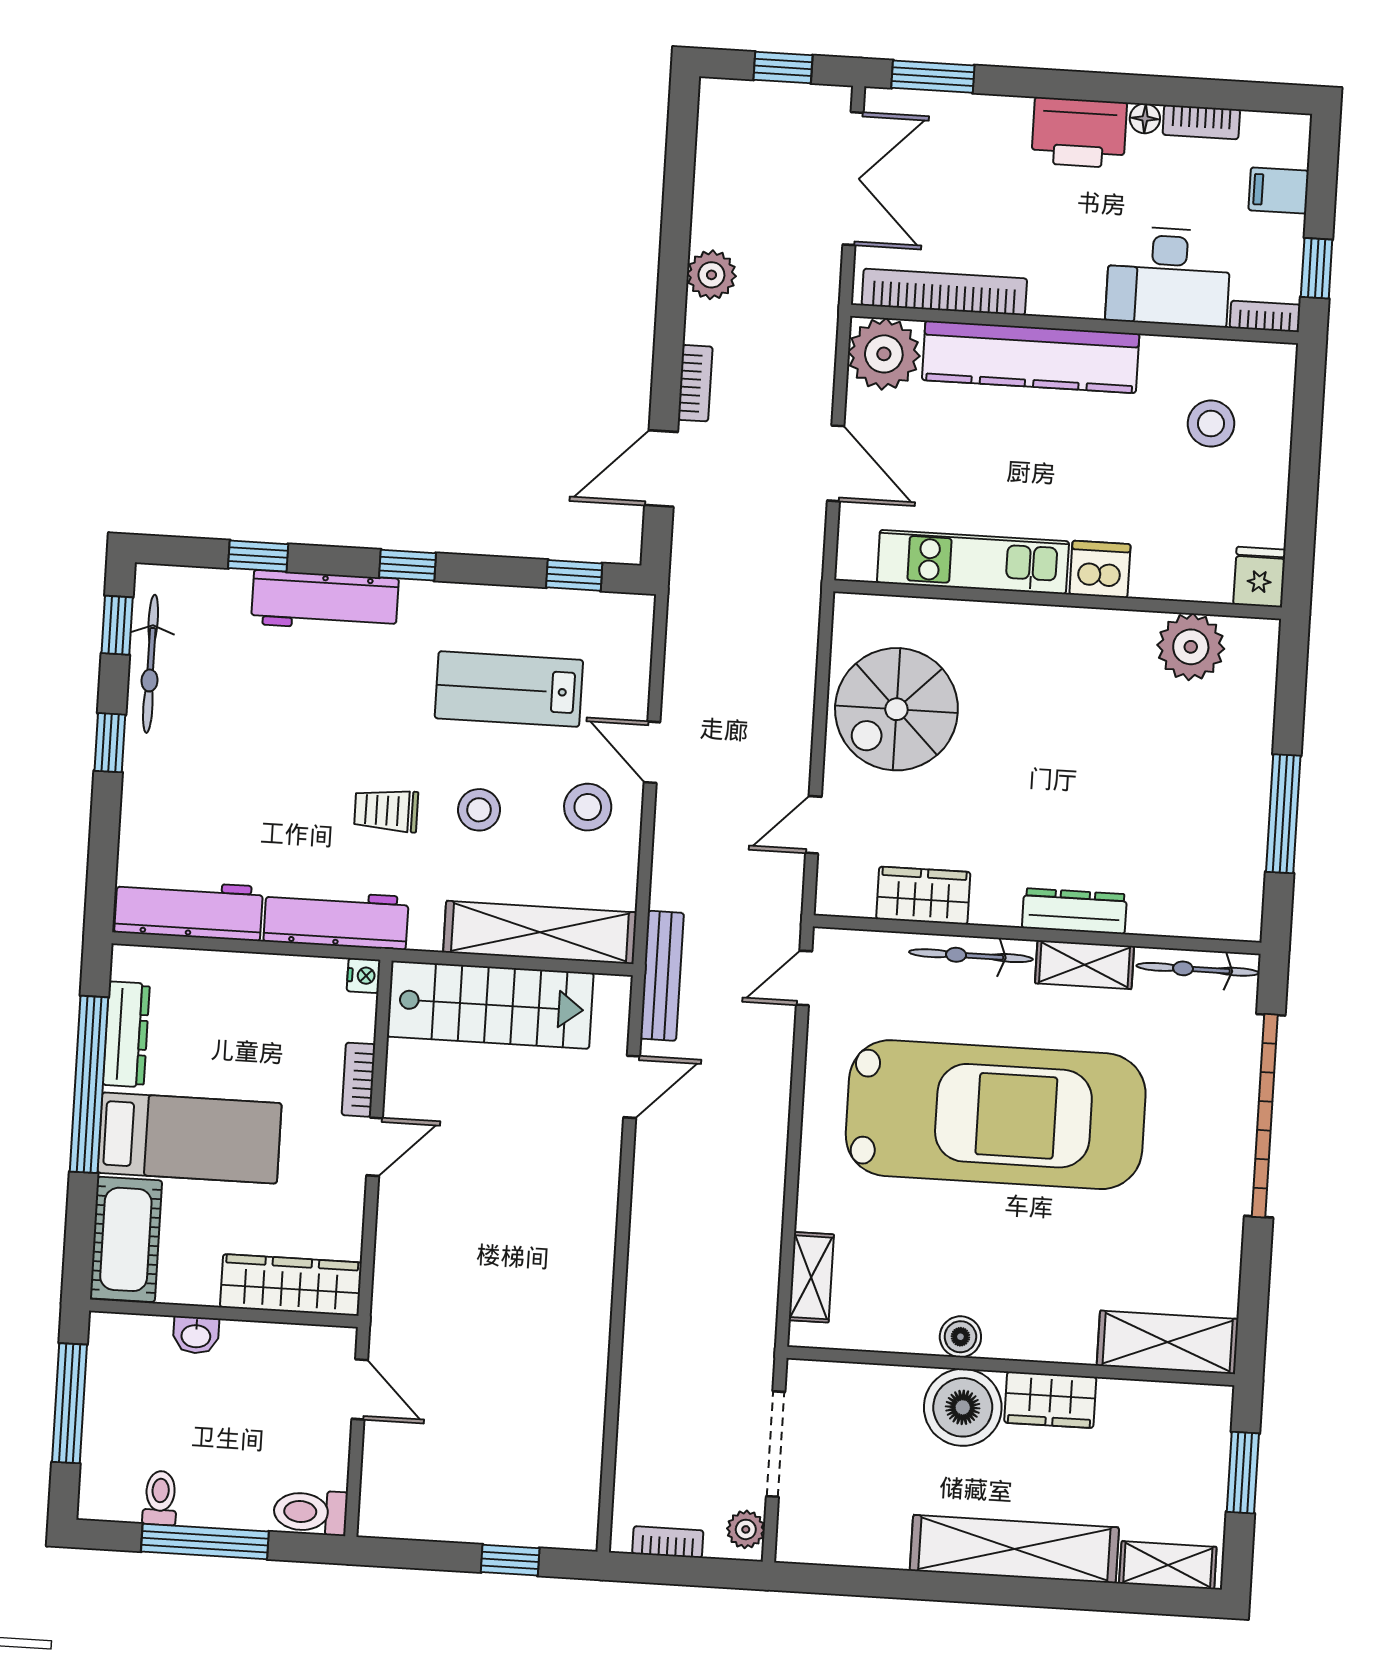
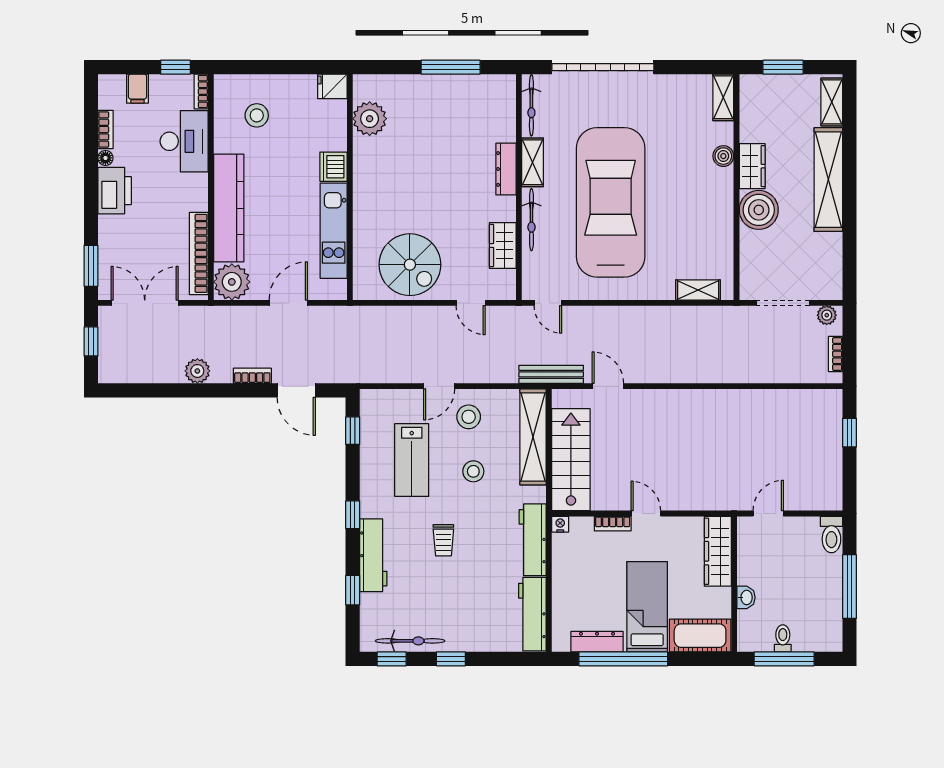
trolley: (386, 810) -> (443, 540), moved
boiler: (960, 1337) -> (723, 156), moved
shelving: (1168, 1342) -> (723, 97), width x0.67, depth x0.75
toilet: (160, 1498) -> (783, 638), moved, turned 90

